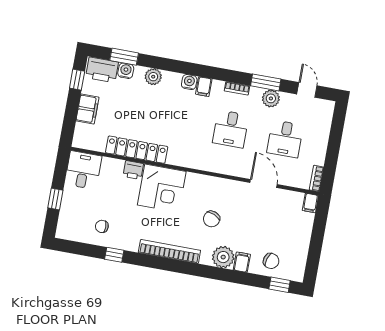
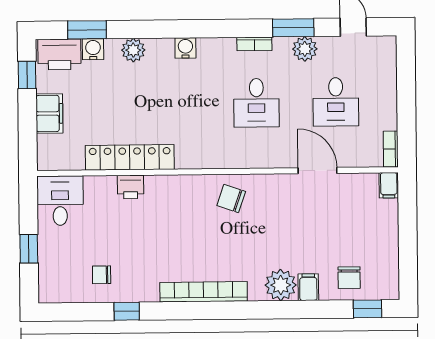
filing cabinet: (204, 87) -> (207, 50), removed
corner desk: (162, 188) -> (175, 205), removed
chair: (212, 219) -> (231, 198), moved, turned 86
chair: (271, 261) -> (349, 278), turned 72

